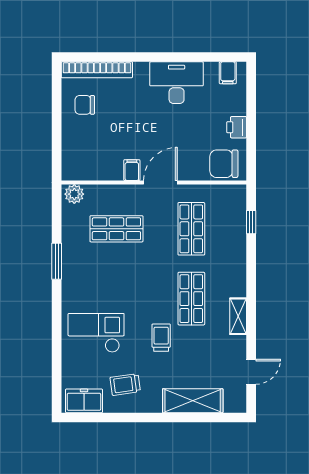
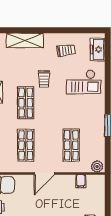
filing cabinet: (132, 170) -> (81, 181), moved
shop shelf: (116, 229) -> (71, 145), turned 90
freezer: (84, 401) -> (98, 49), moved, turned 90

